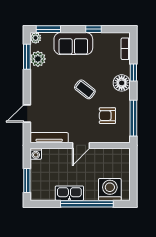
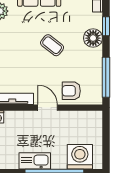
armchair: (107, 116) -> (71, 91), moved
door: (81, 145) -> (48, 108), swing flipped

